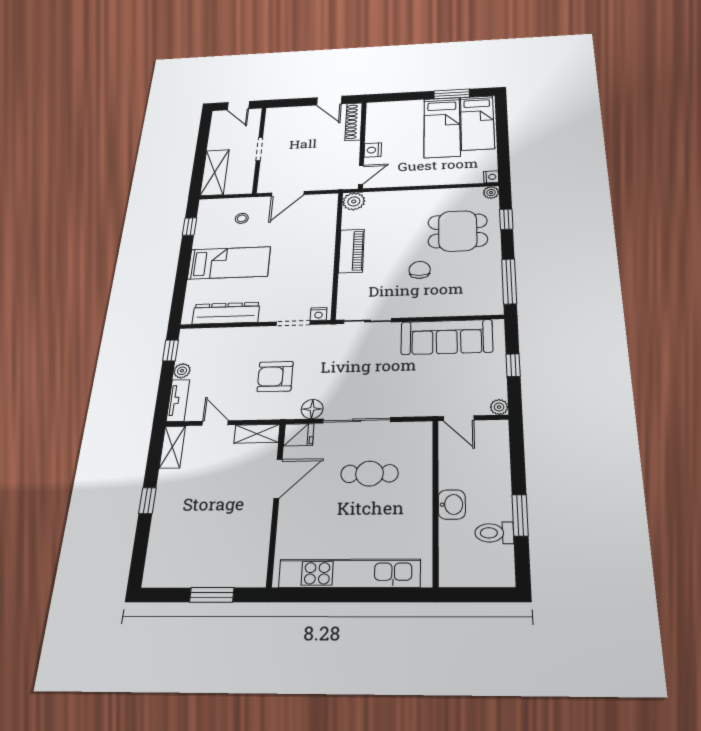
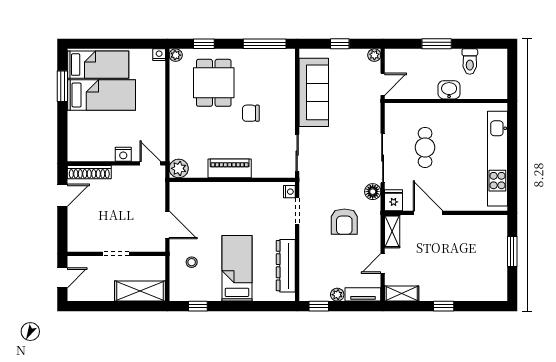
window: (520, 515) -> (437, 44), moved

